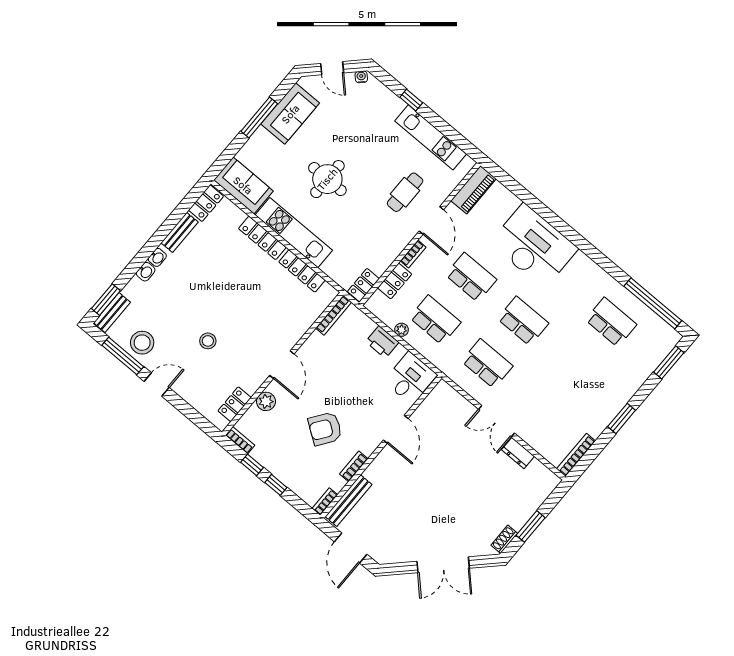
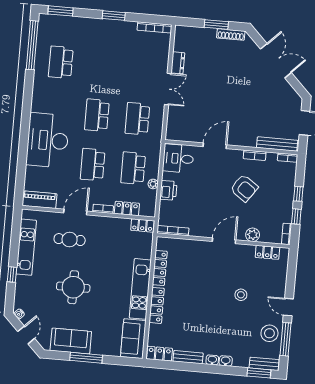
round table: (327, 179) -> (73, 287), moved
shoe rack: (504, 539) -> (231, 34), width x1.43

